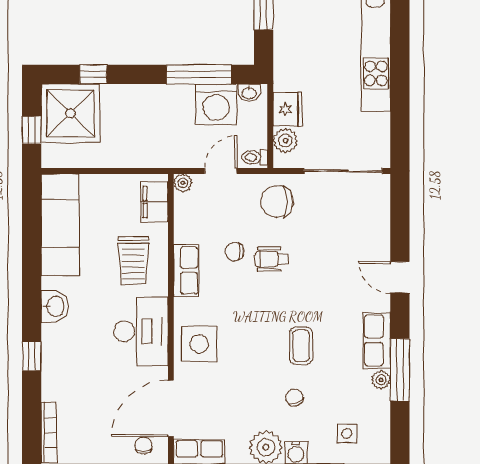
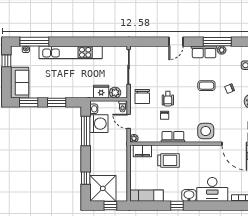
exam couch: (60, 225) -> (147, 196), width x0.73, depth x0.69
desk: (141, 331) -> (212, 189), moved, turned 180
window: (32, 356) -> (177, 206), moved

